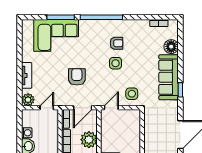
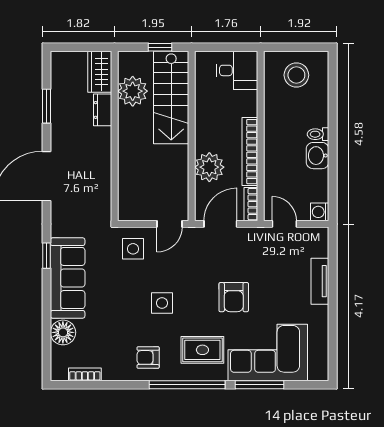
rug: (93, 37) -> (202, 350), added
armchair: (116, 43) -> (148, 357), moved
armchair: (77, 77) -> (234, 297), moved
plant: (28, 100) -> (318, 238), removed
door: (47, 108) -> (284, 224), swing flipped
washing machine: (27, 133) -> (320, 212), moved

